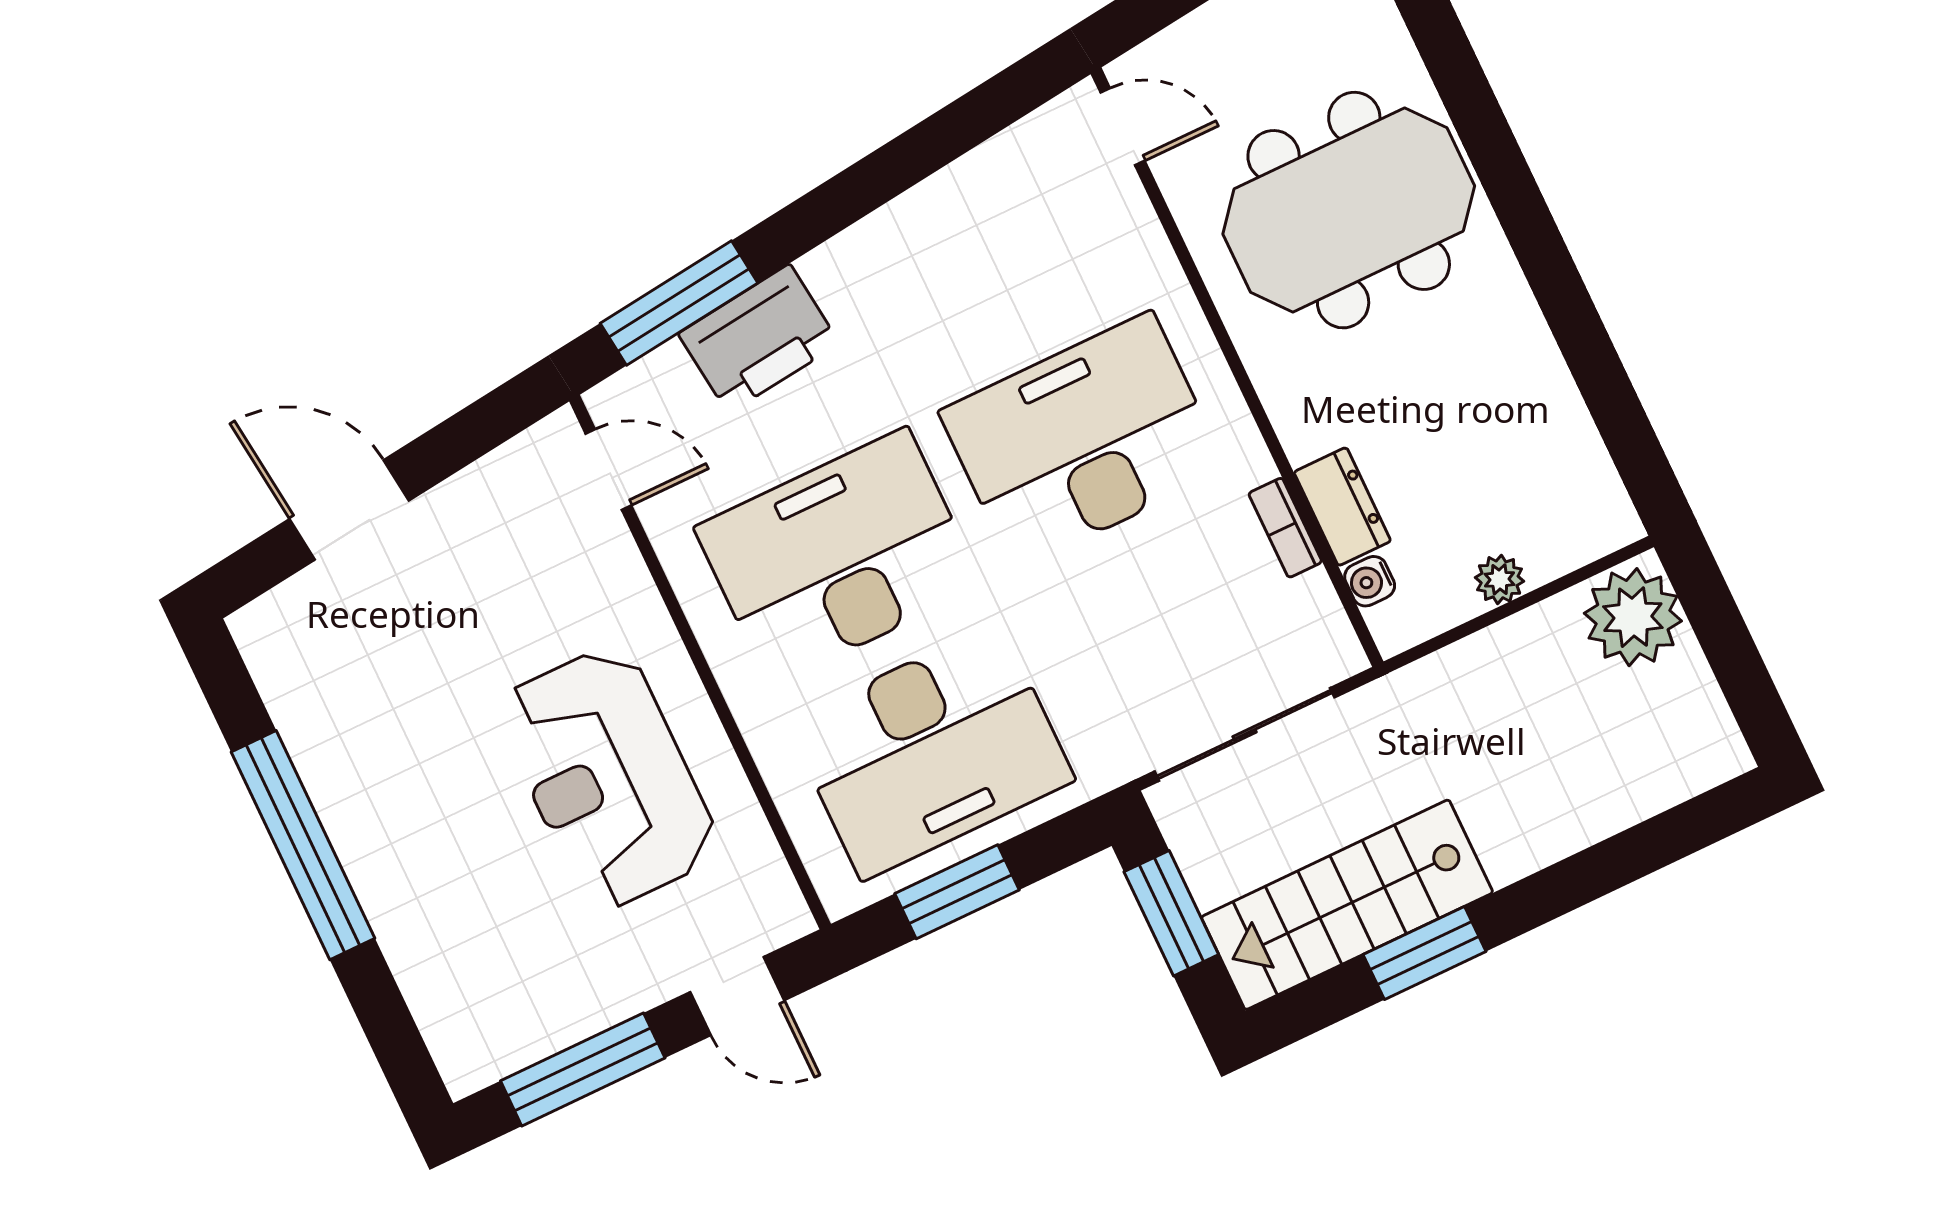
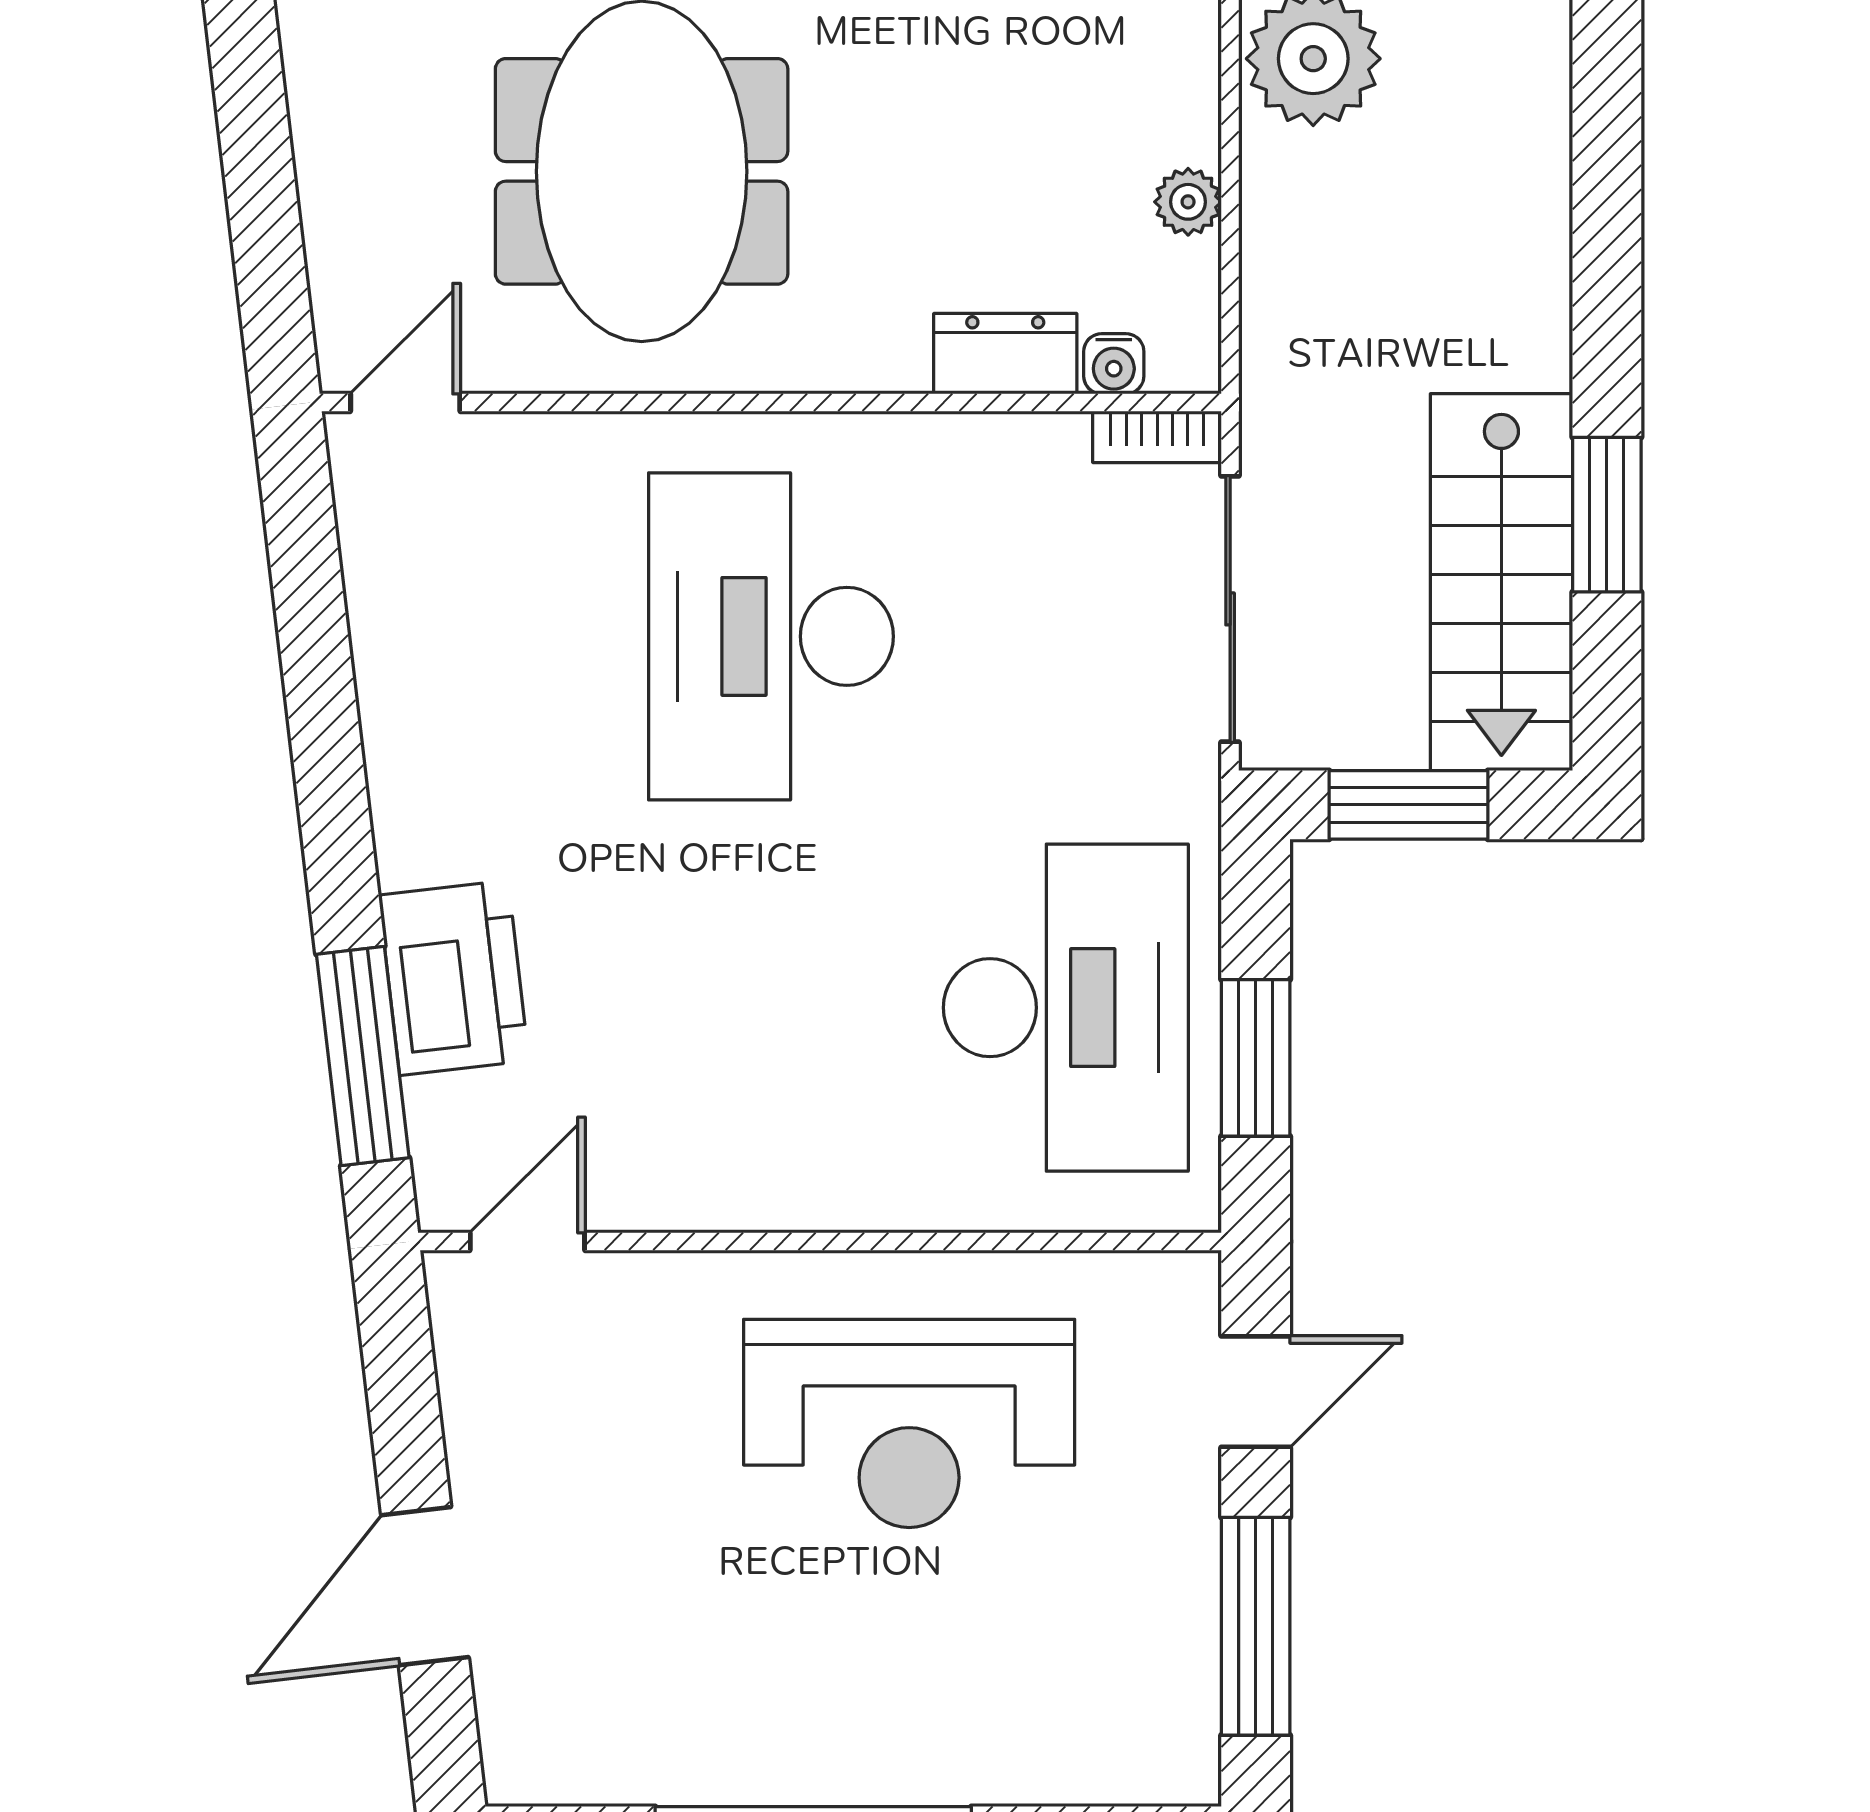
bookcase: (1285, 528) -> (1157, 437), moved
desk: (838, 557) -> (771, 1008), removed

